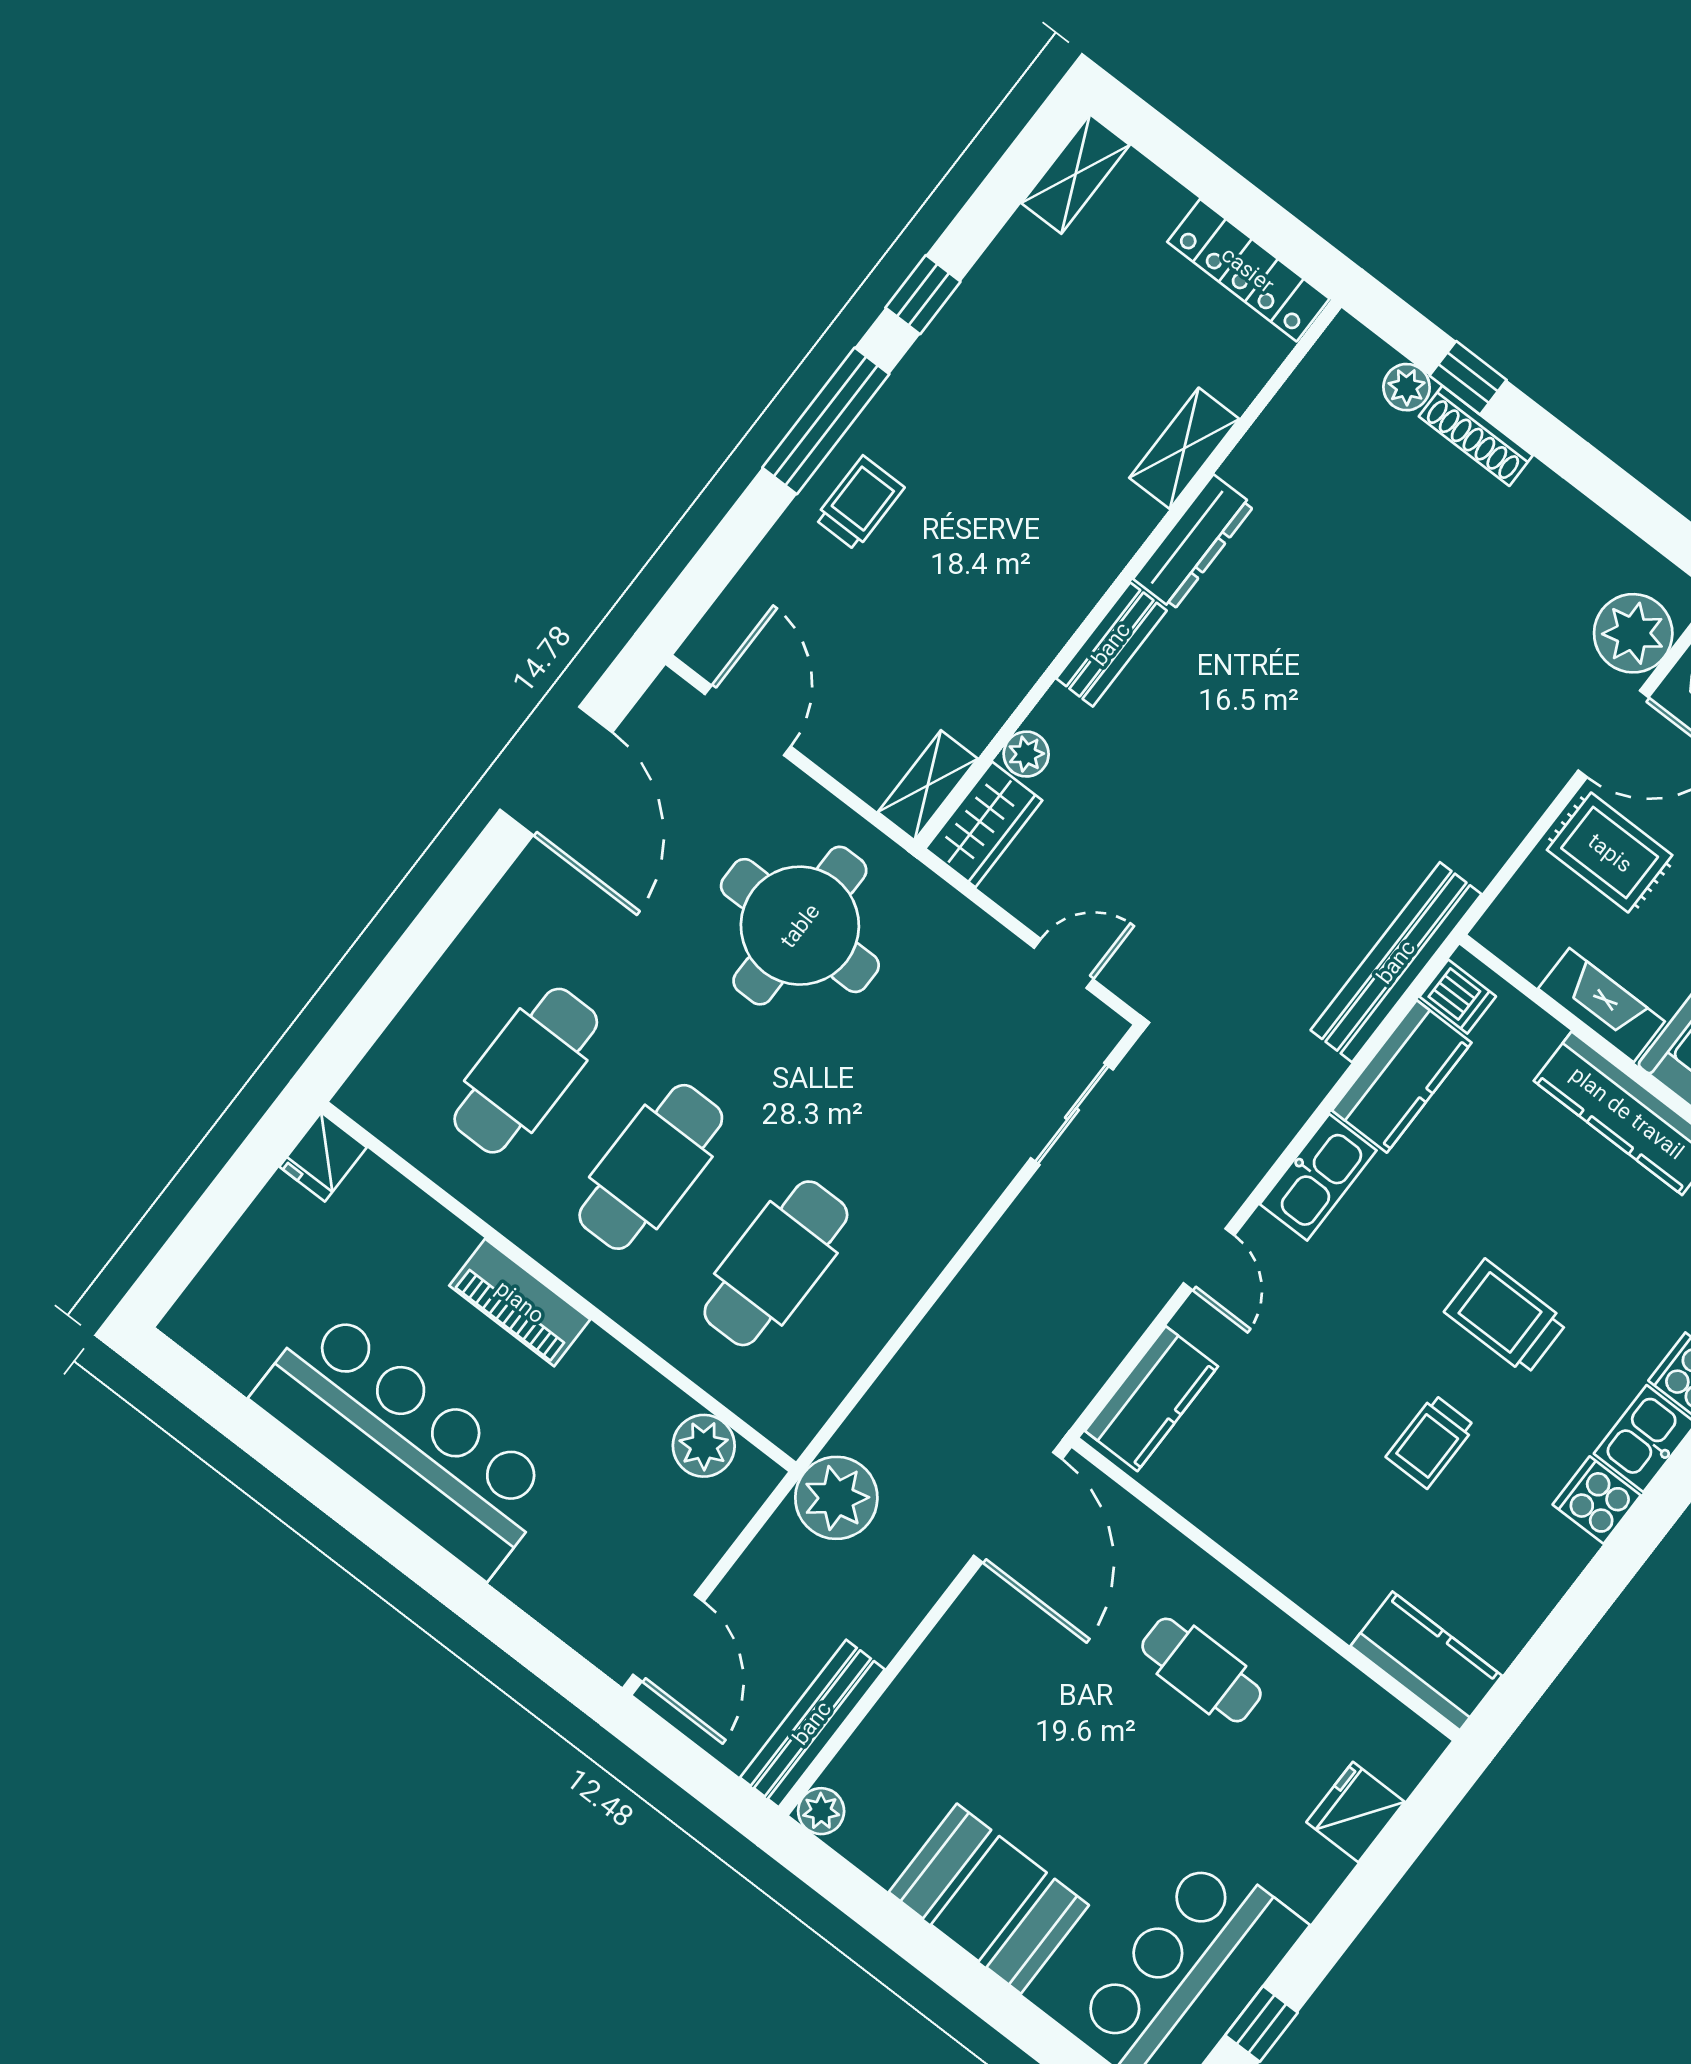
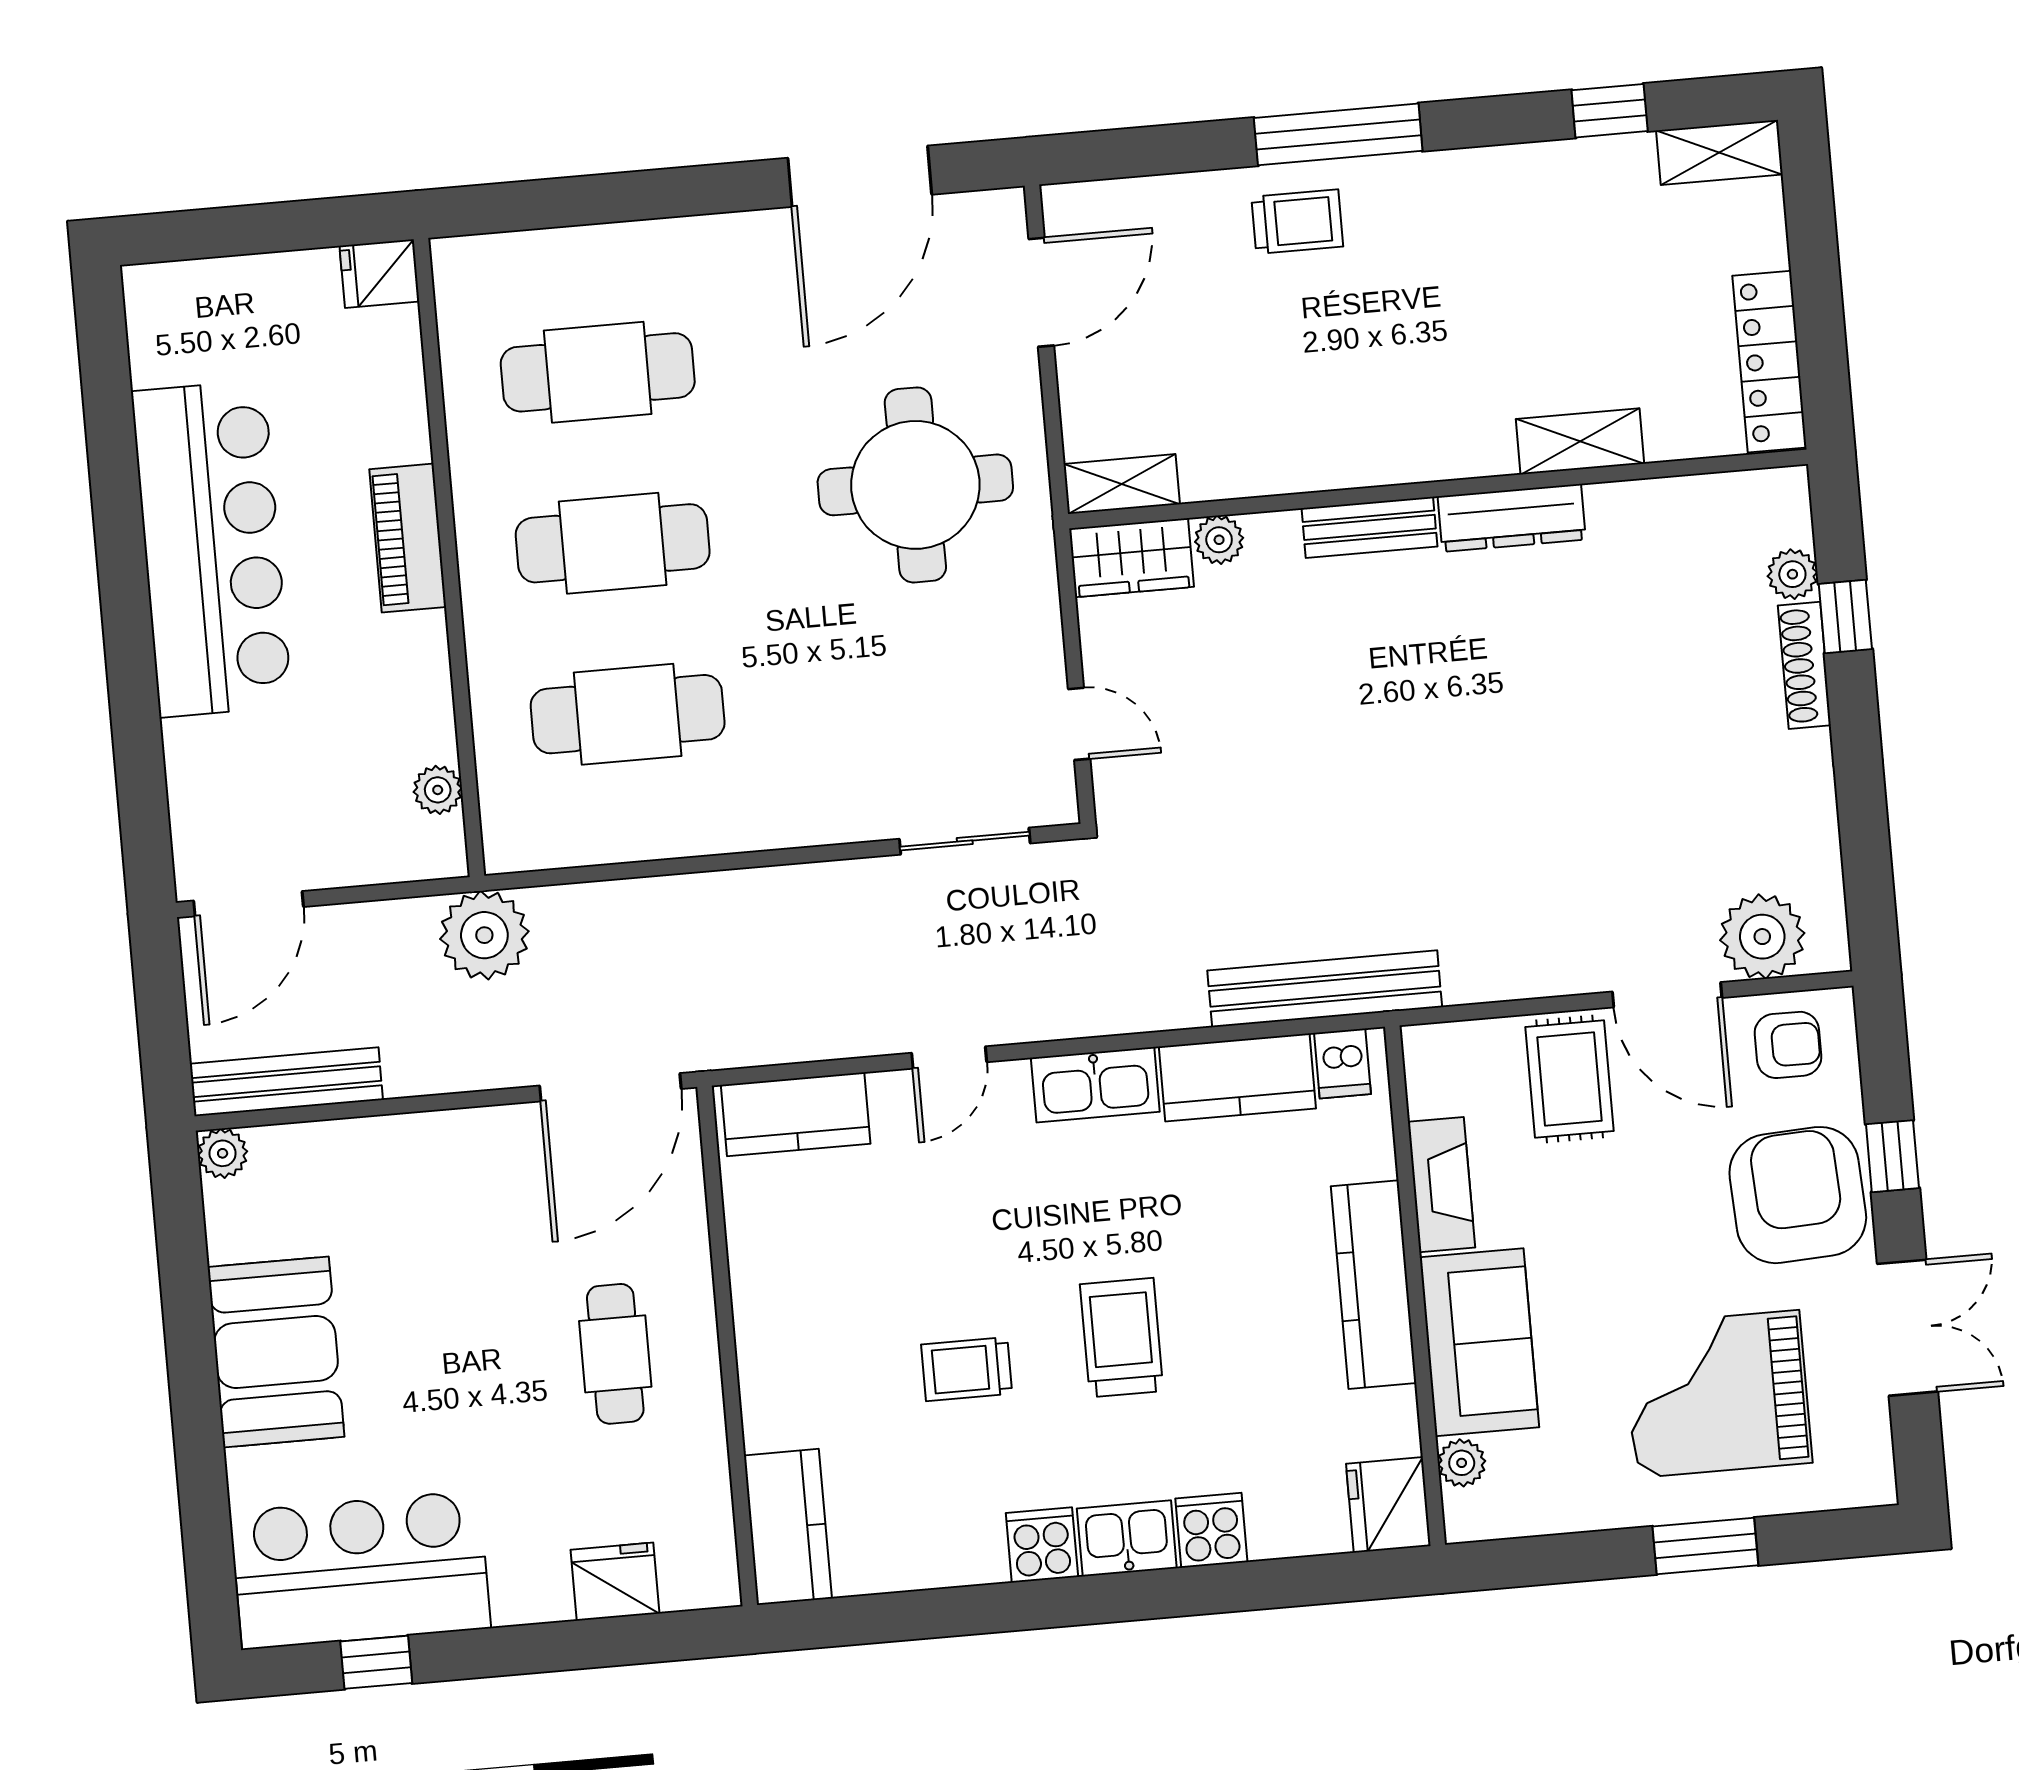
window: (923, 295) -> (1610, 111), moved
plant: (704, 1446) -> (438, 790), width x0.73, depth x0.73

